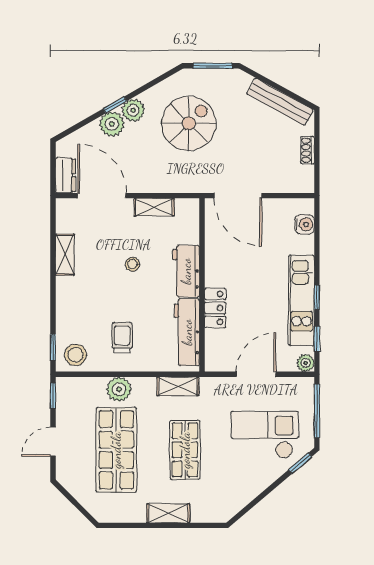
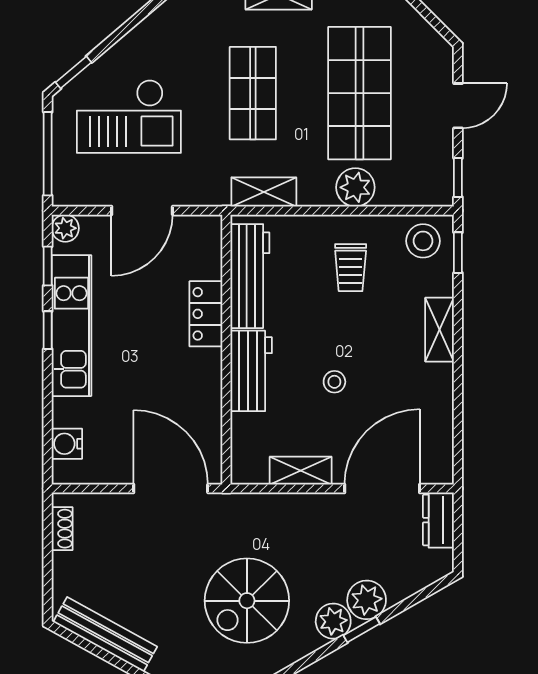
shoe rack: (308, 150) -> (62, 529), moved
door: (102, 196) -> (382, 488), swing flipped
shelving: (65, 255) -> (440, 330), moved

